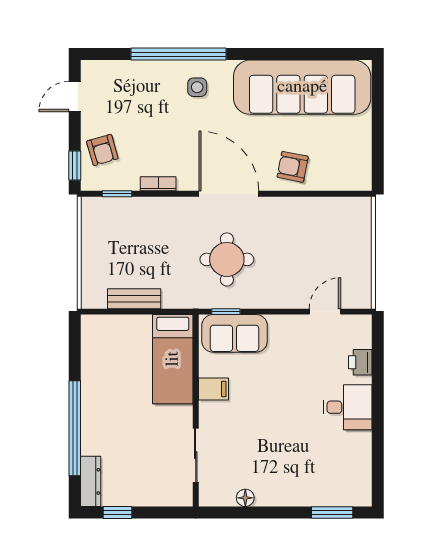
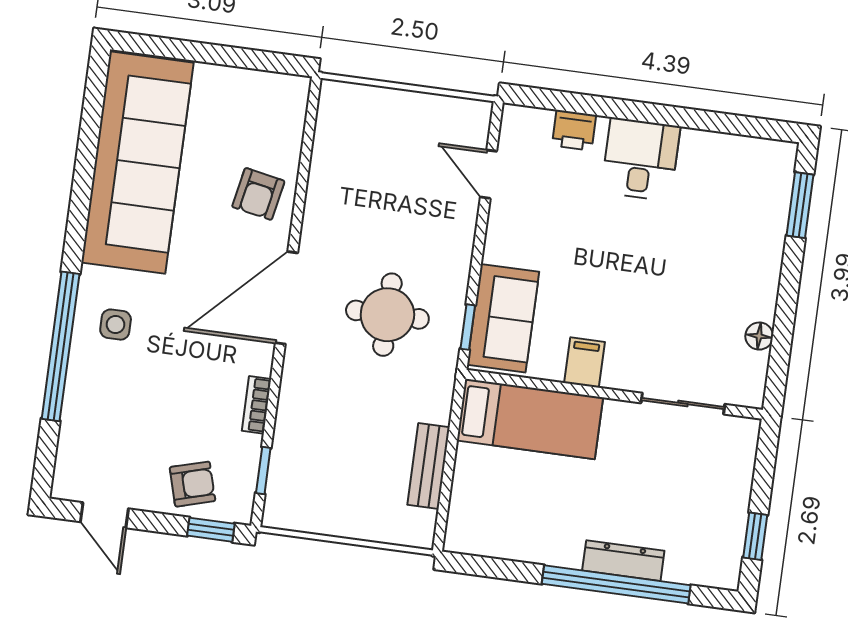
dresser: (91, 481) -> (623, 561), moved

